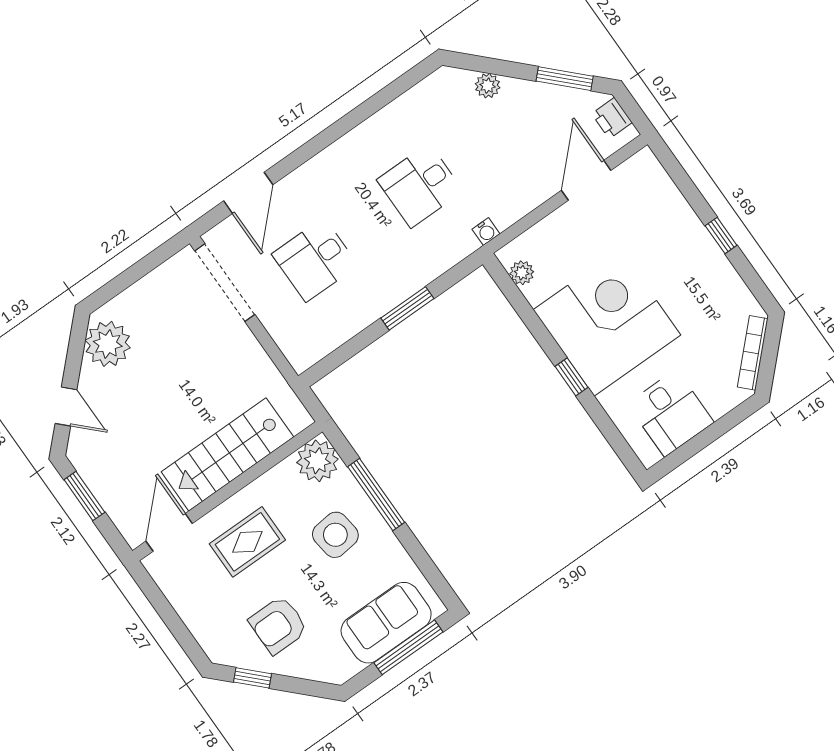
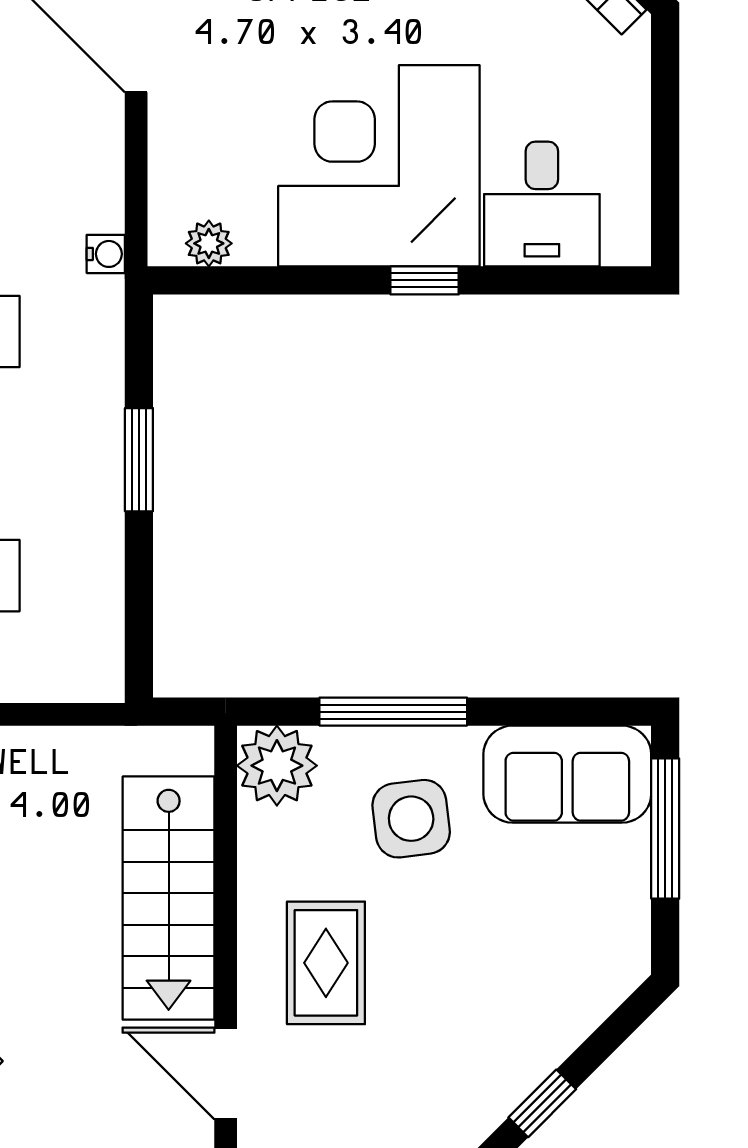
desk: (671, 413) -> (542, 204), moved, turned 90
sofa: (386, 623) -> (567, 774), moved, turned -90
armchair: (278, 625) -> (489, 1006), removed

